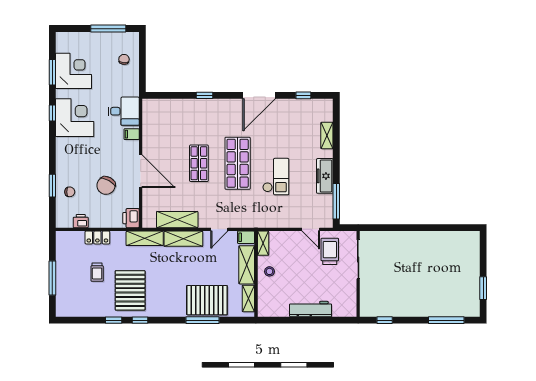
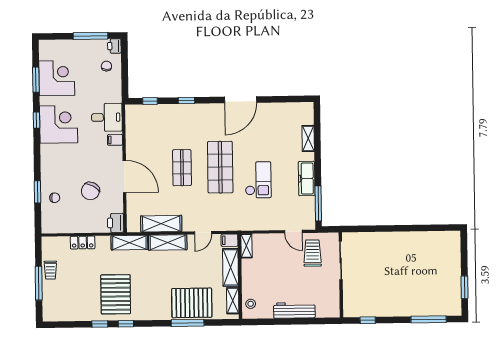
window: (303, 95) -> (150, 101), moved
printer: (81, 221) -> (114, 46), moved, turned -90
stool: (269, 271) -> (251, 304), moved
trolley: (97, 272) -> (50, 270), moved

